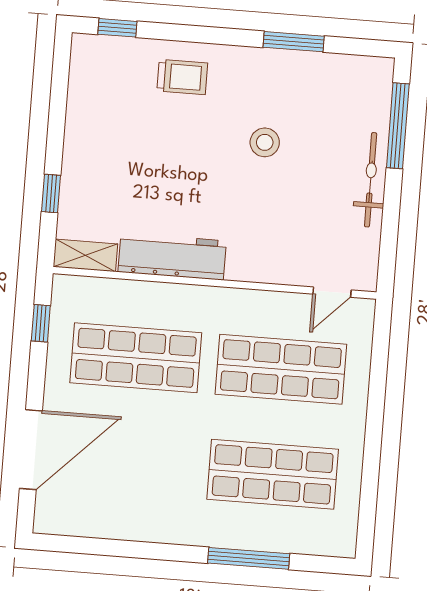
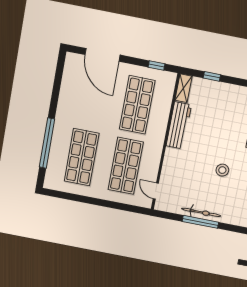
window: (398, 126) -> (200, 222), moved
window: (249, 558) -> (47, 143), width x1.46

